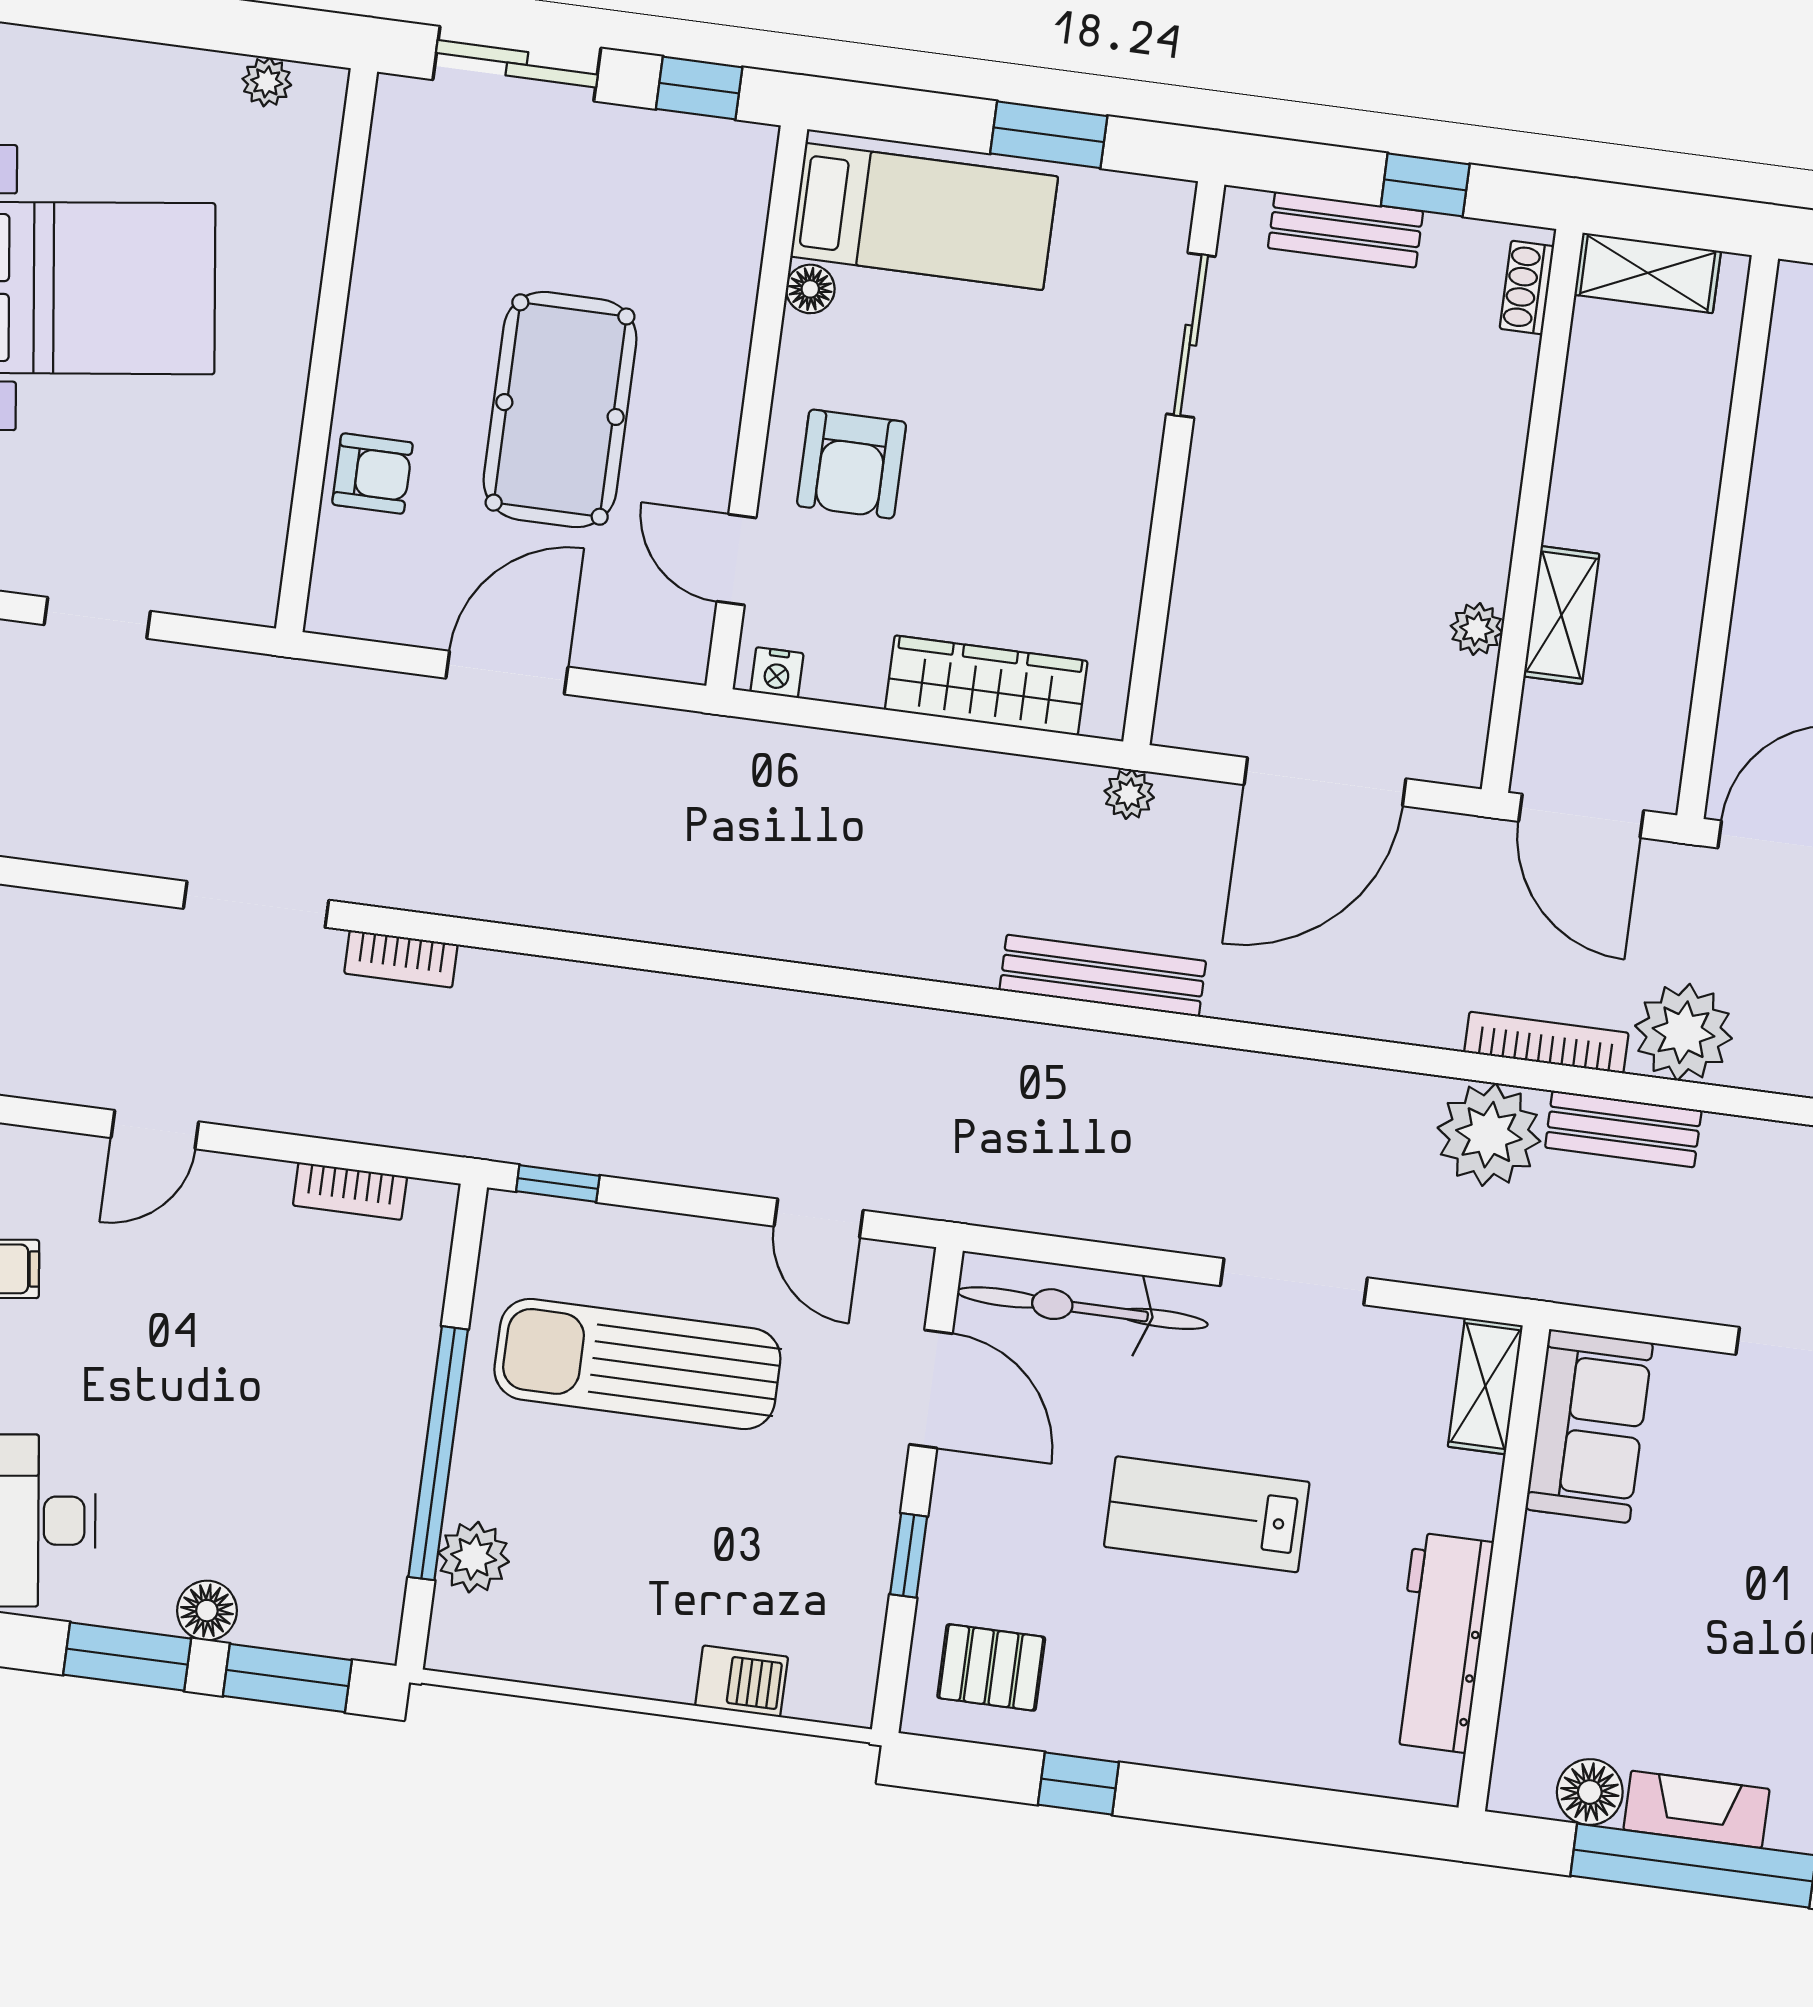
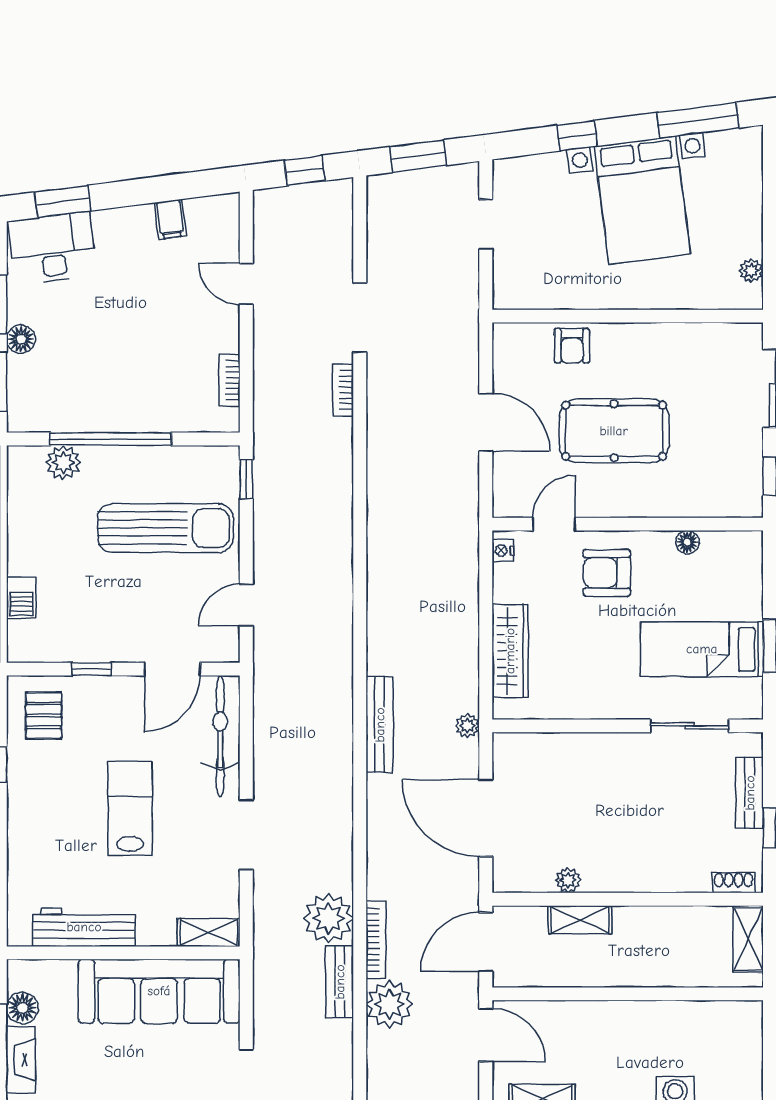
bed: (924, 216) -> (702, 649), moved, turned 90
sun lounger: (637, 1364) -> (165, 528), turned 90
sofa: (1589, 1426) -> (159, 991), width x1.85, depth x1.27

